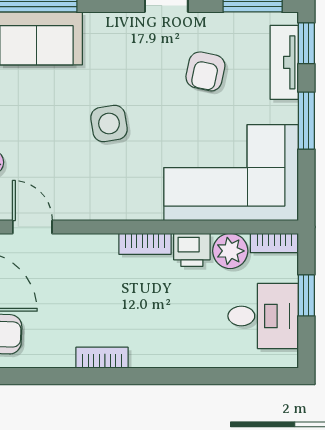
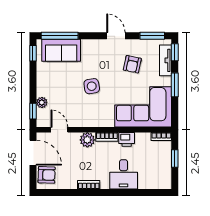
plant: (230, 251) -> (87, 140), moved
desk: (263, 316) -> (124, 174), moved, turned 90

